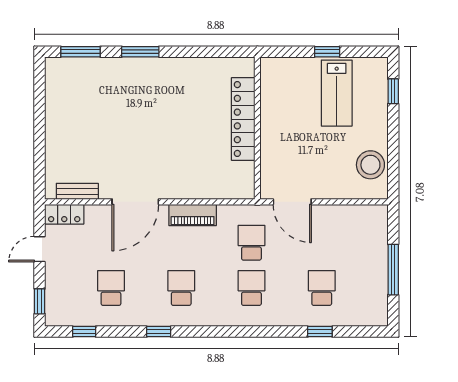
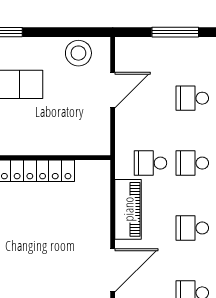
door: (135, 202) -> (113, 270), hinge flipped
door: (292, 202) -> (113, 90), moved
piano: (193, 215) -> (128, 209), width x1.37, depth x1.33

